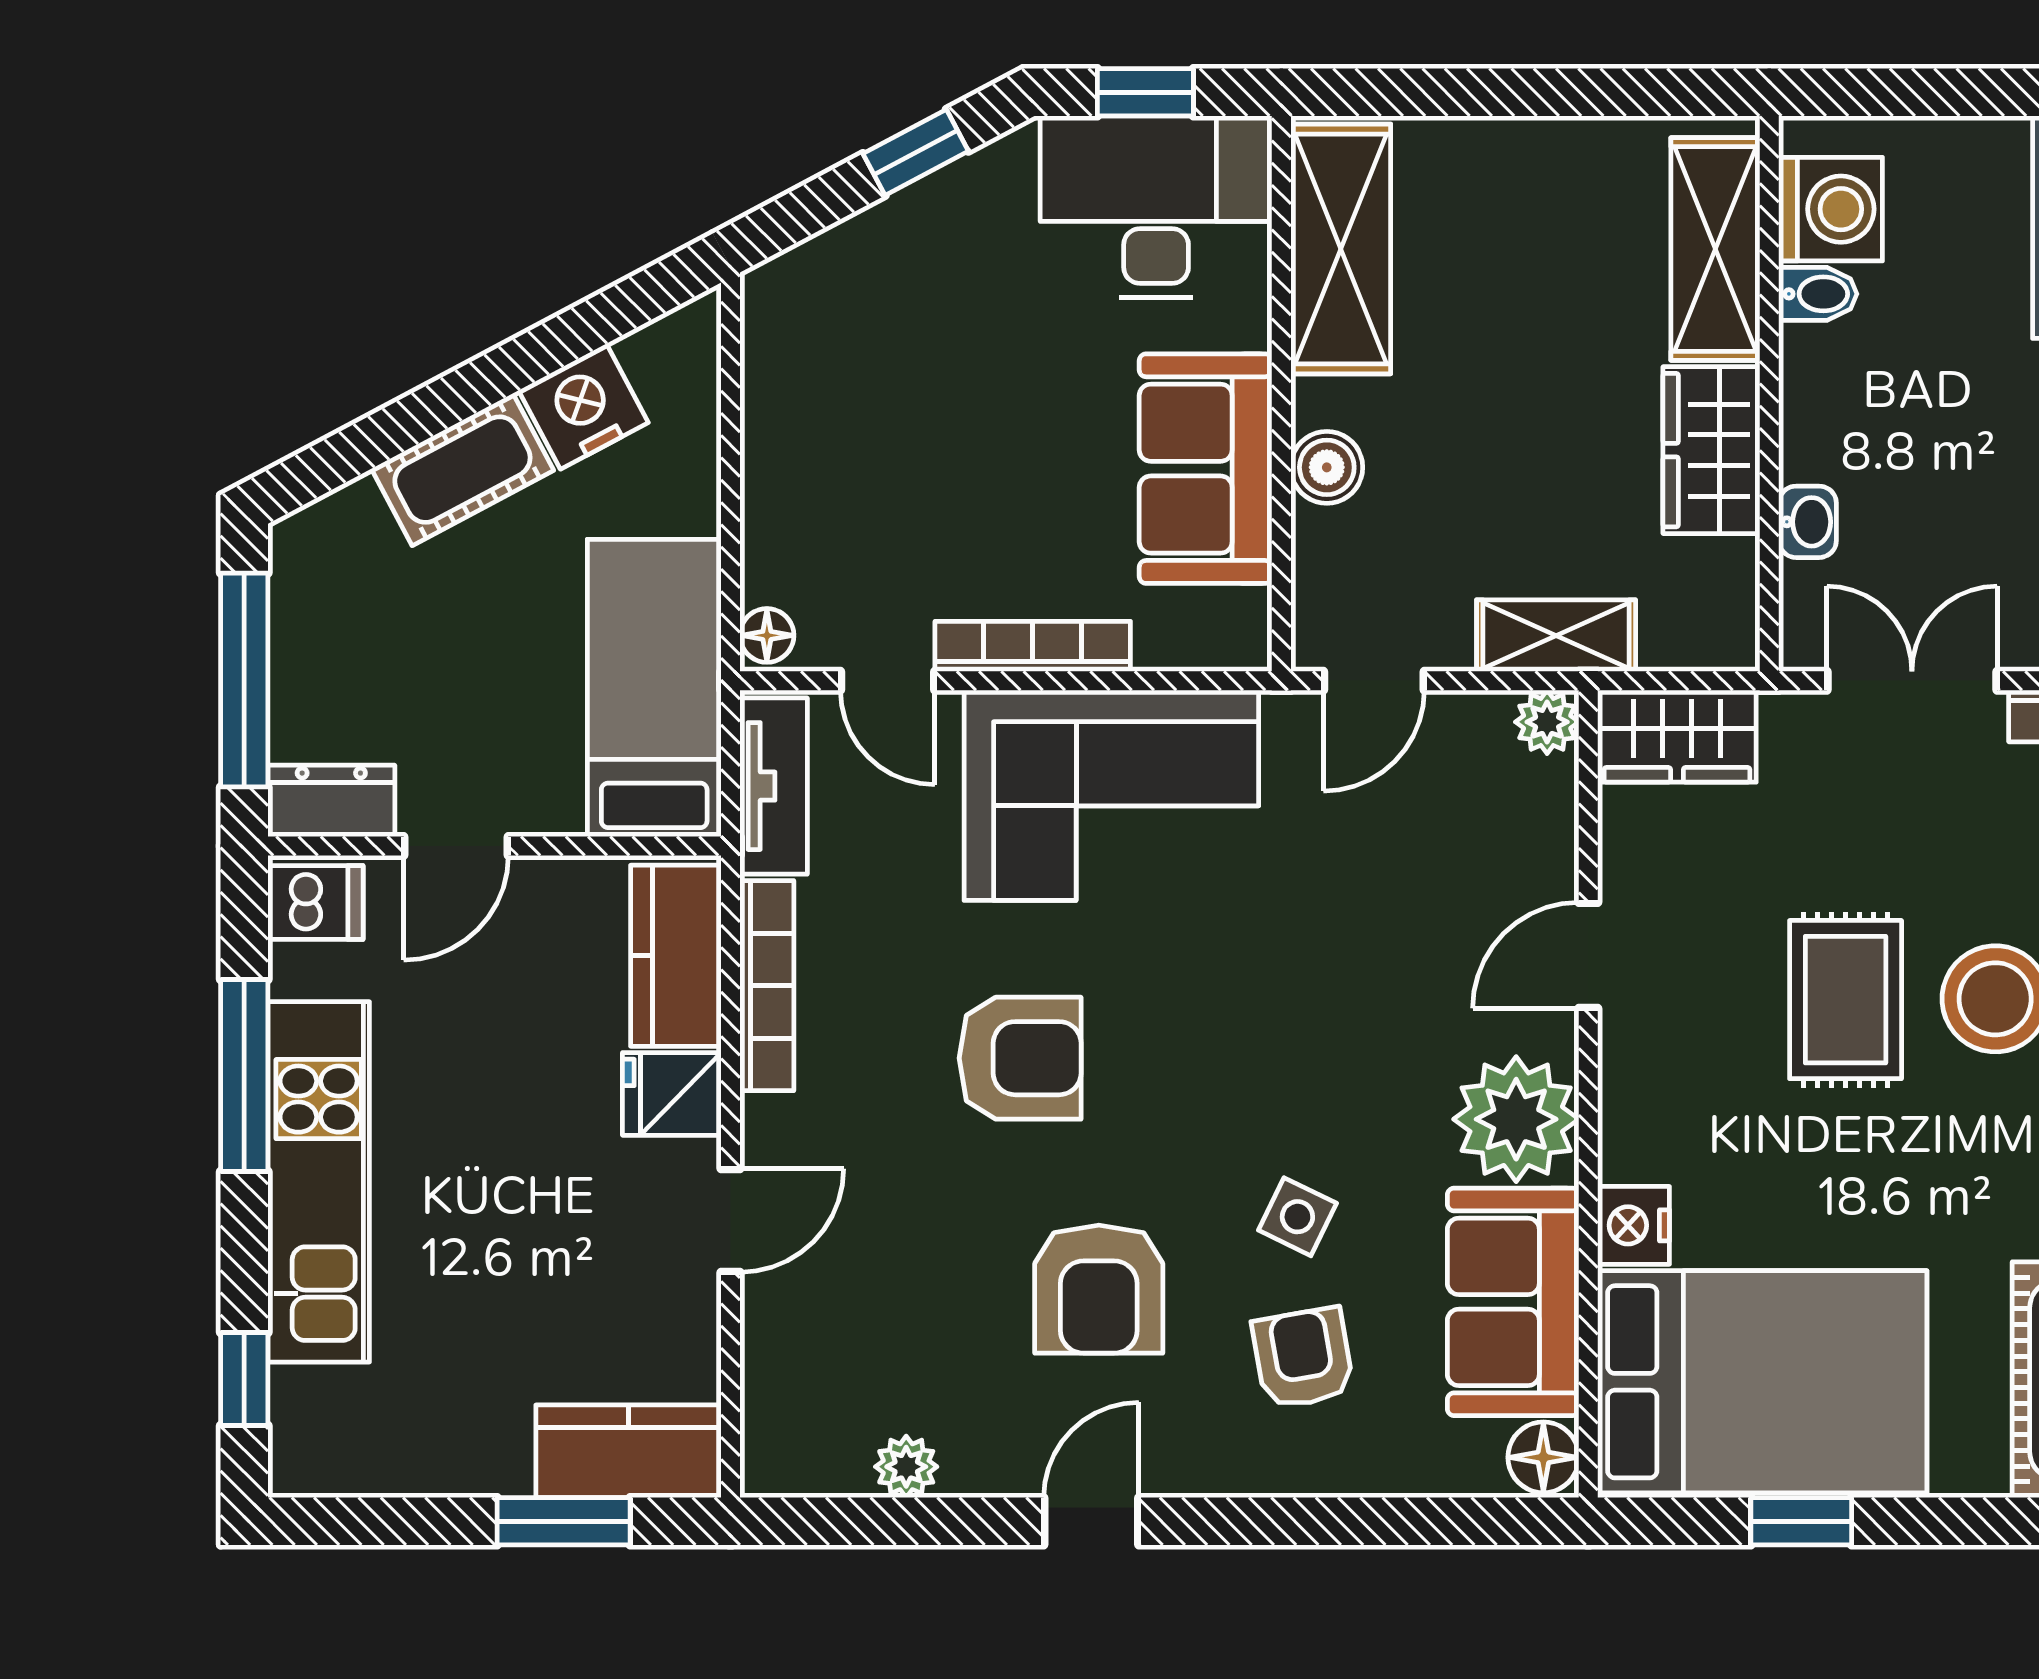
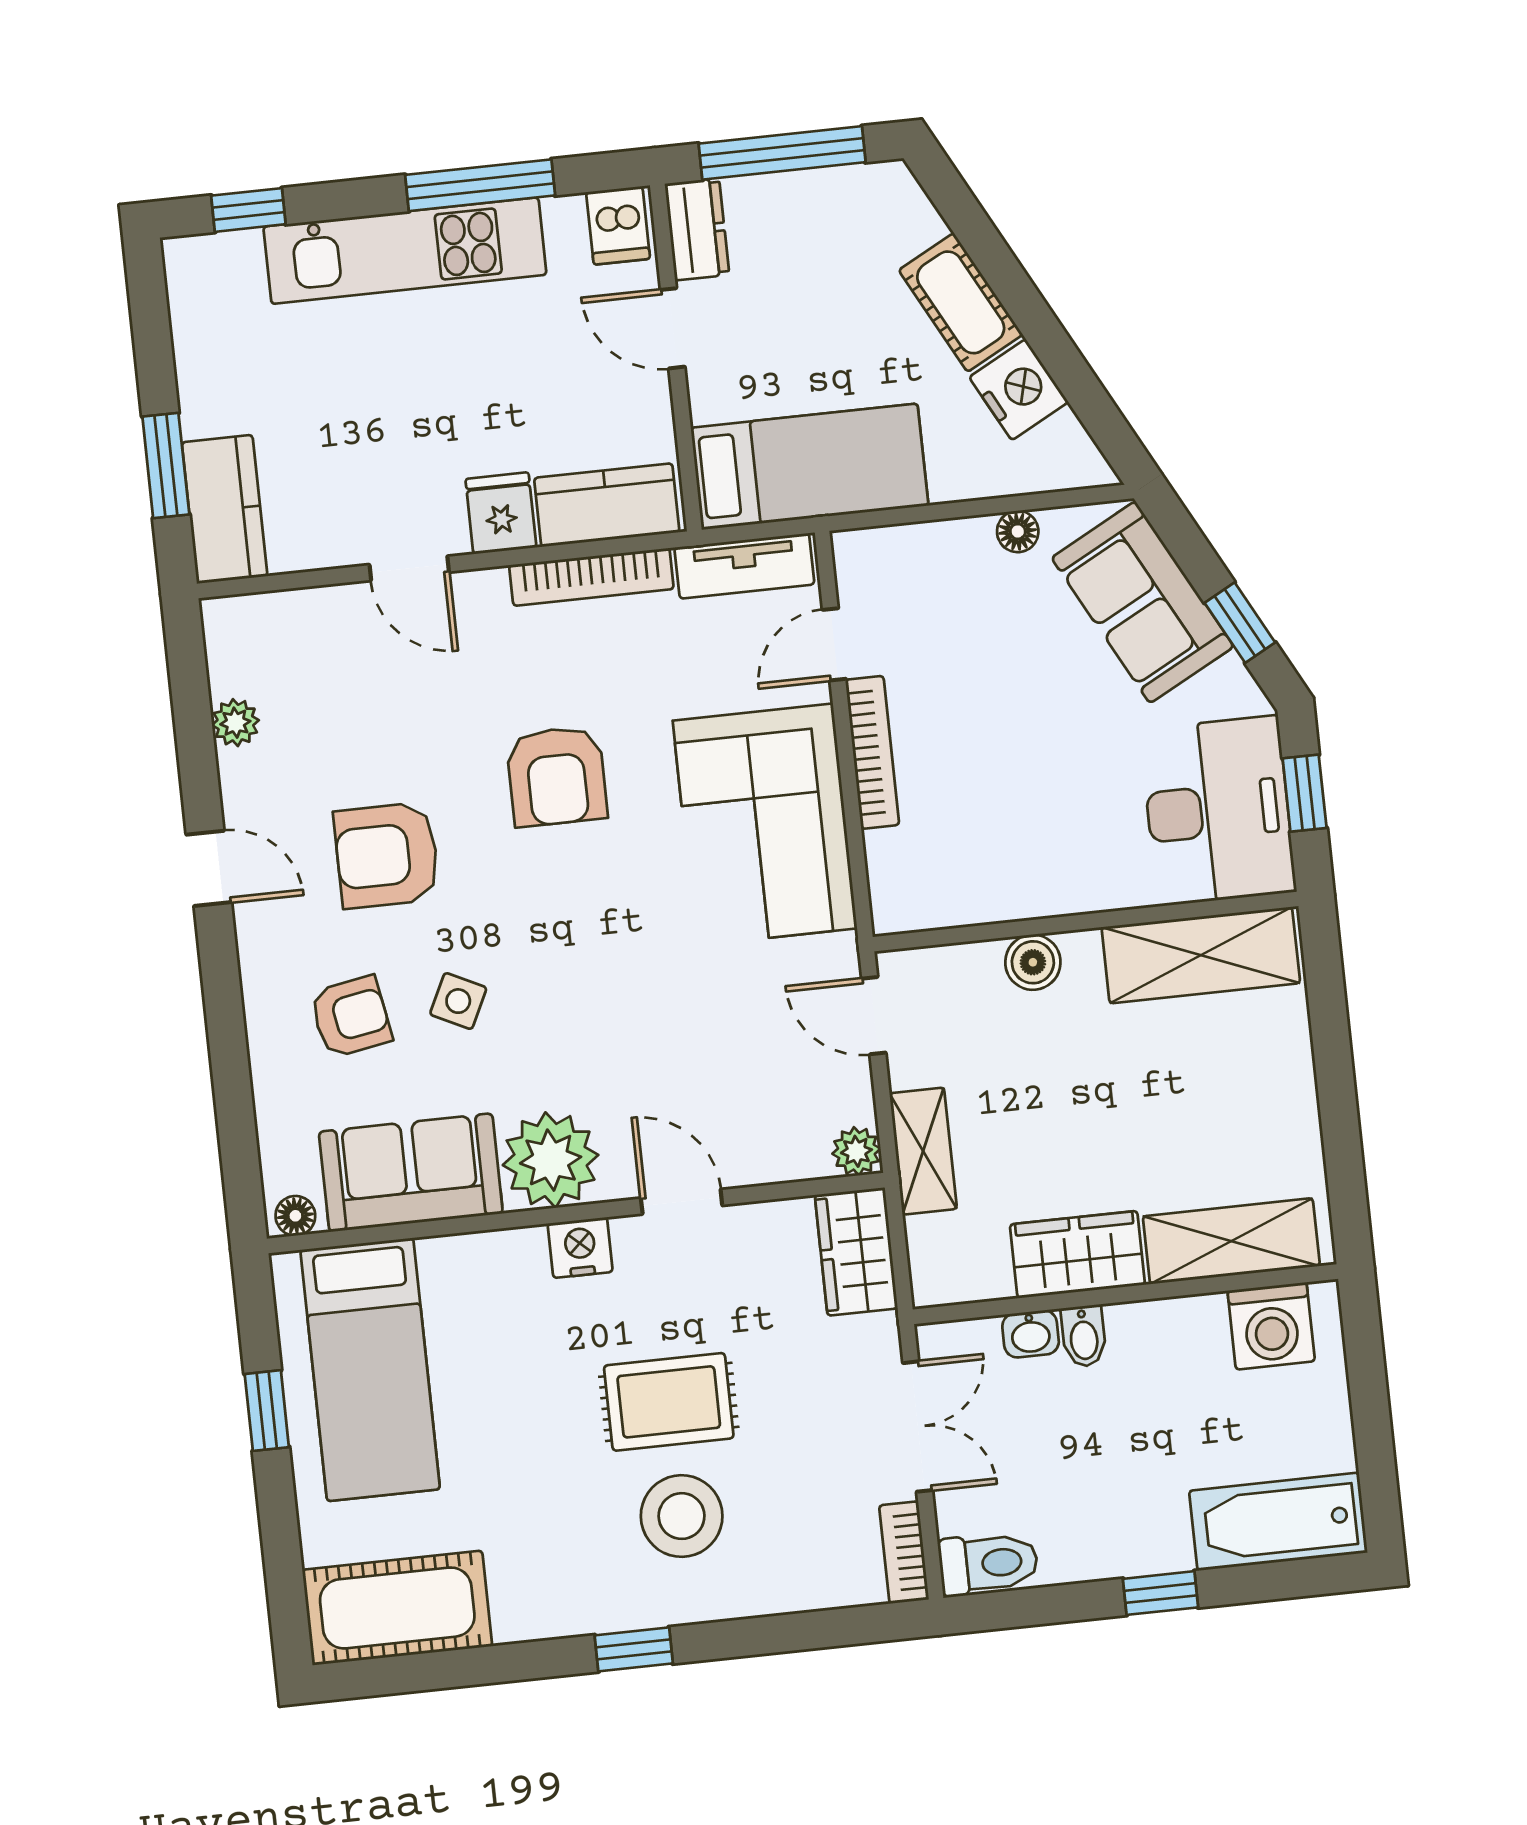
bidet: (1818, 294) -> (1084, 1336), moved
sofa: (1206, 469) -> (1143, 602), moved, turned -118
floor lamp: (767, 635) -> (1018, 531), moved
nightstand: (1634, 1225) -> (580, 1248), moved
bed: (1762, 1382) -> (370, 1370), width x0.67
floor lamp: (1543, 1457) -> (295, 1216), width x0.73, depth x0.73

